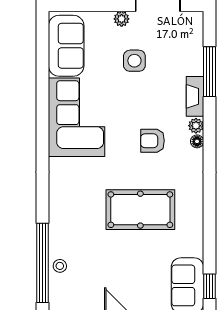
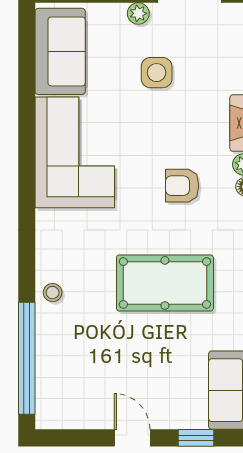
stool: (60, 266) -> (53, 293), moved

